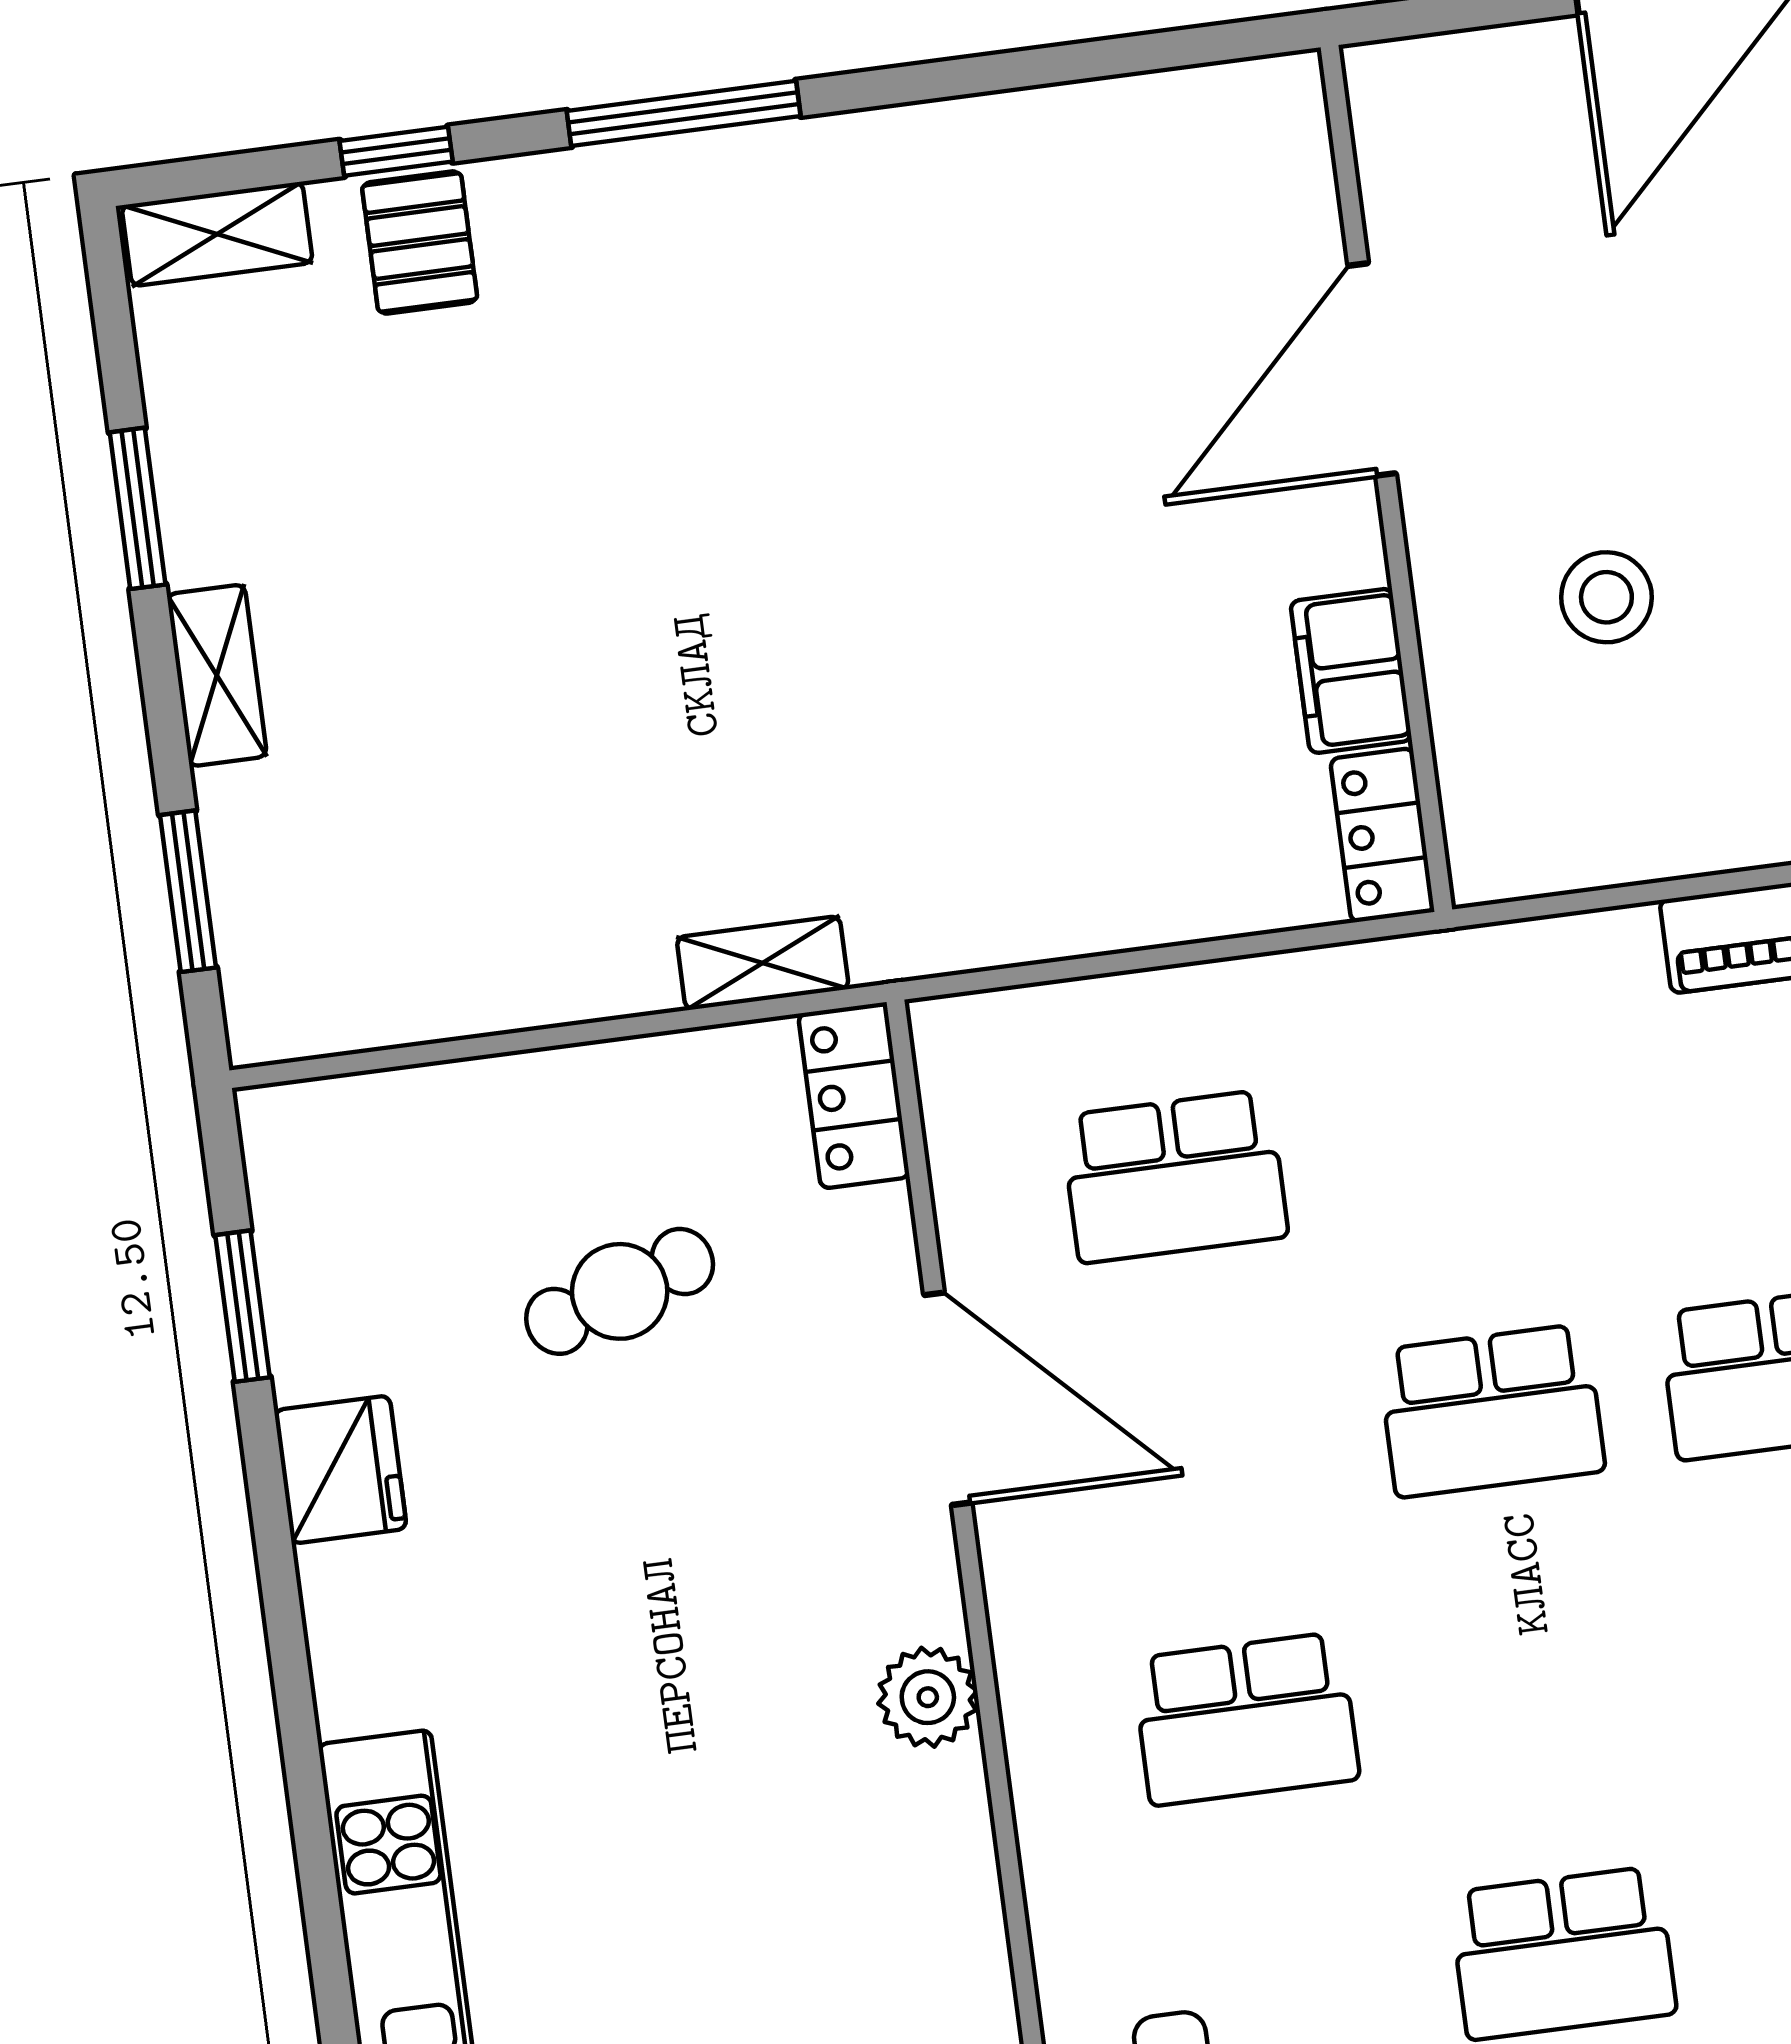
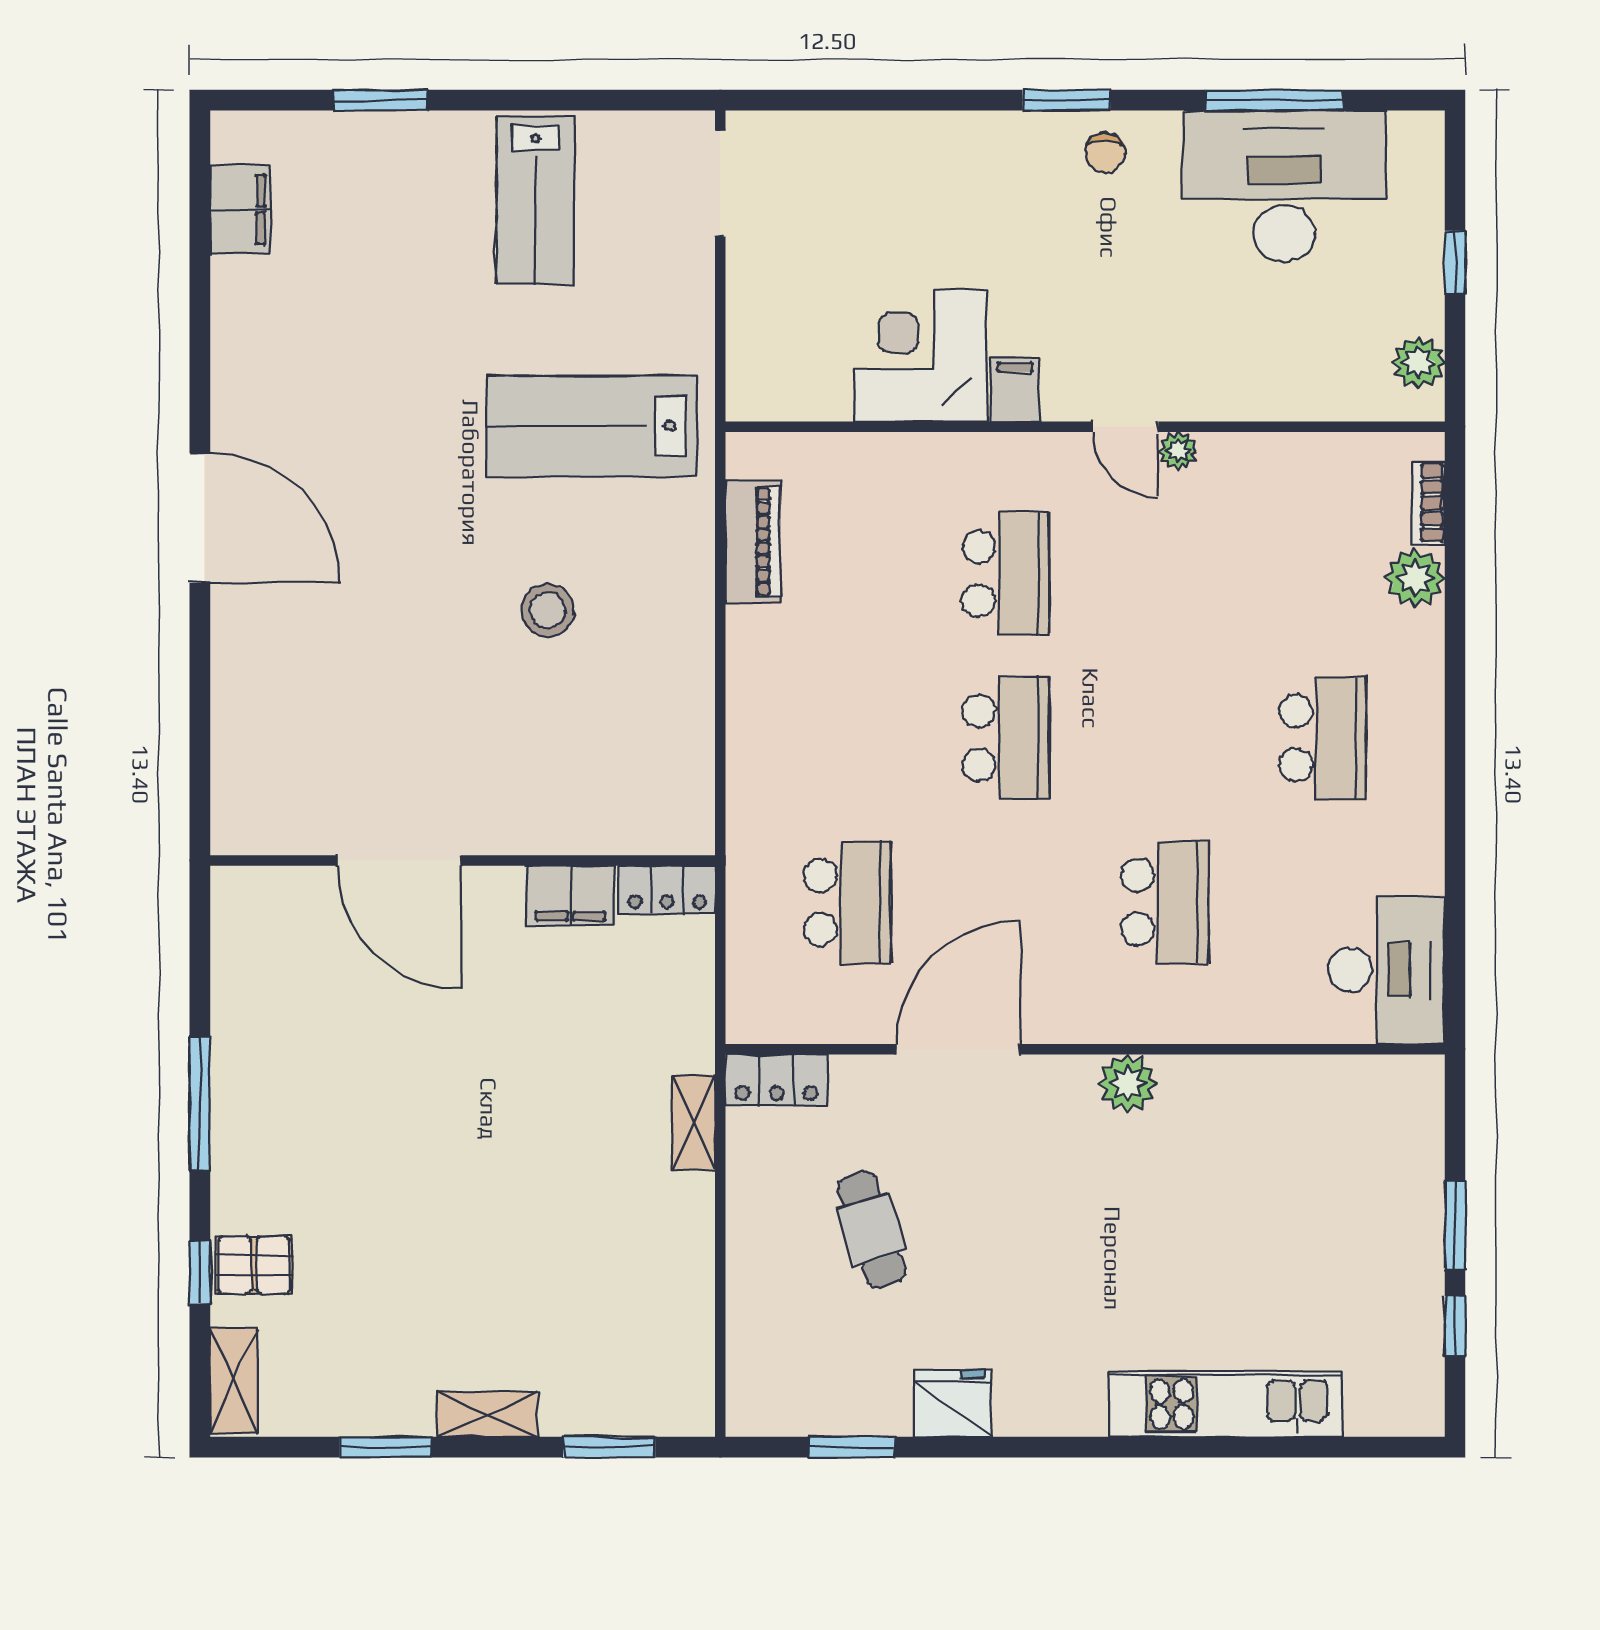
door: (1372, 370) -> (399, 860), moved
wall: (1386, 478) -> (463, 860), moved
filing cabinet: (1351, 671) -> (570, 895), moved
locker: (1382, 835) -> (667, 890), moved

